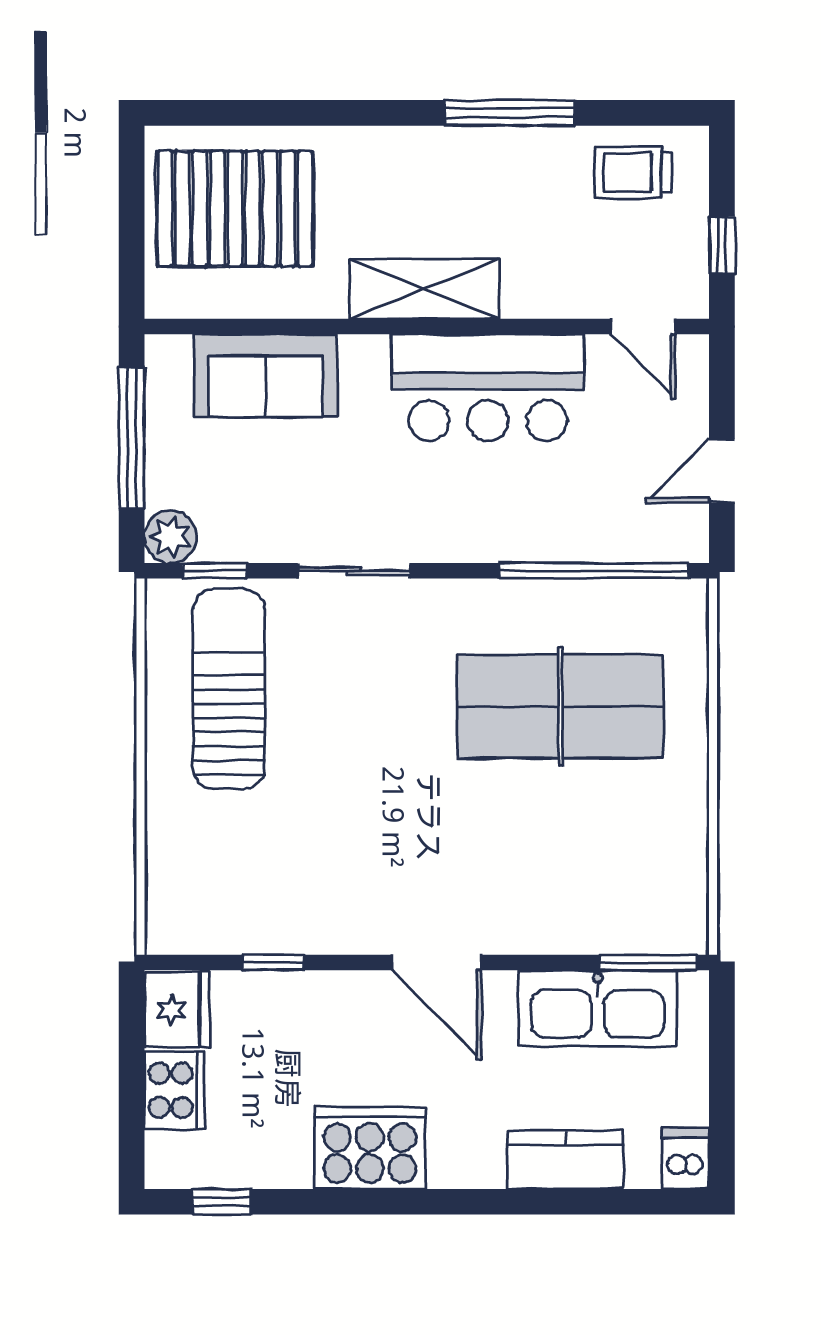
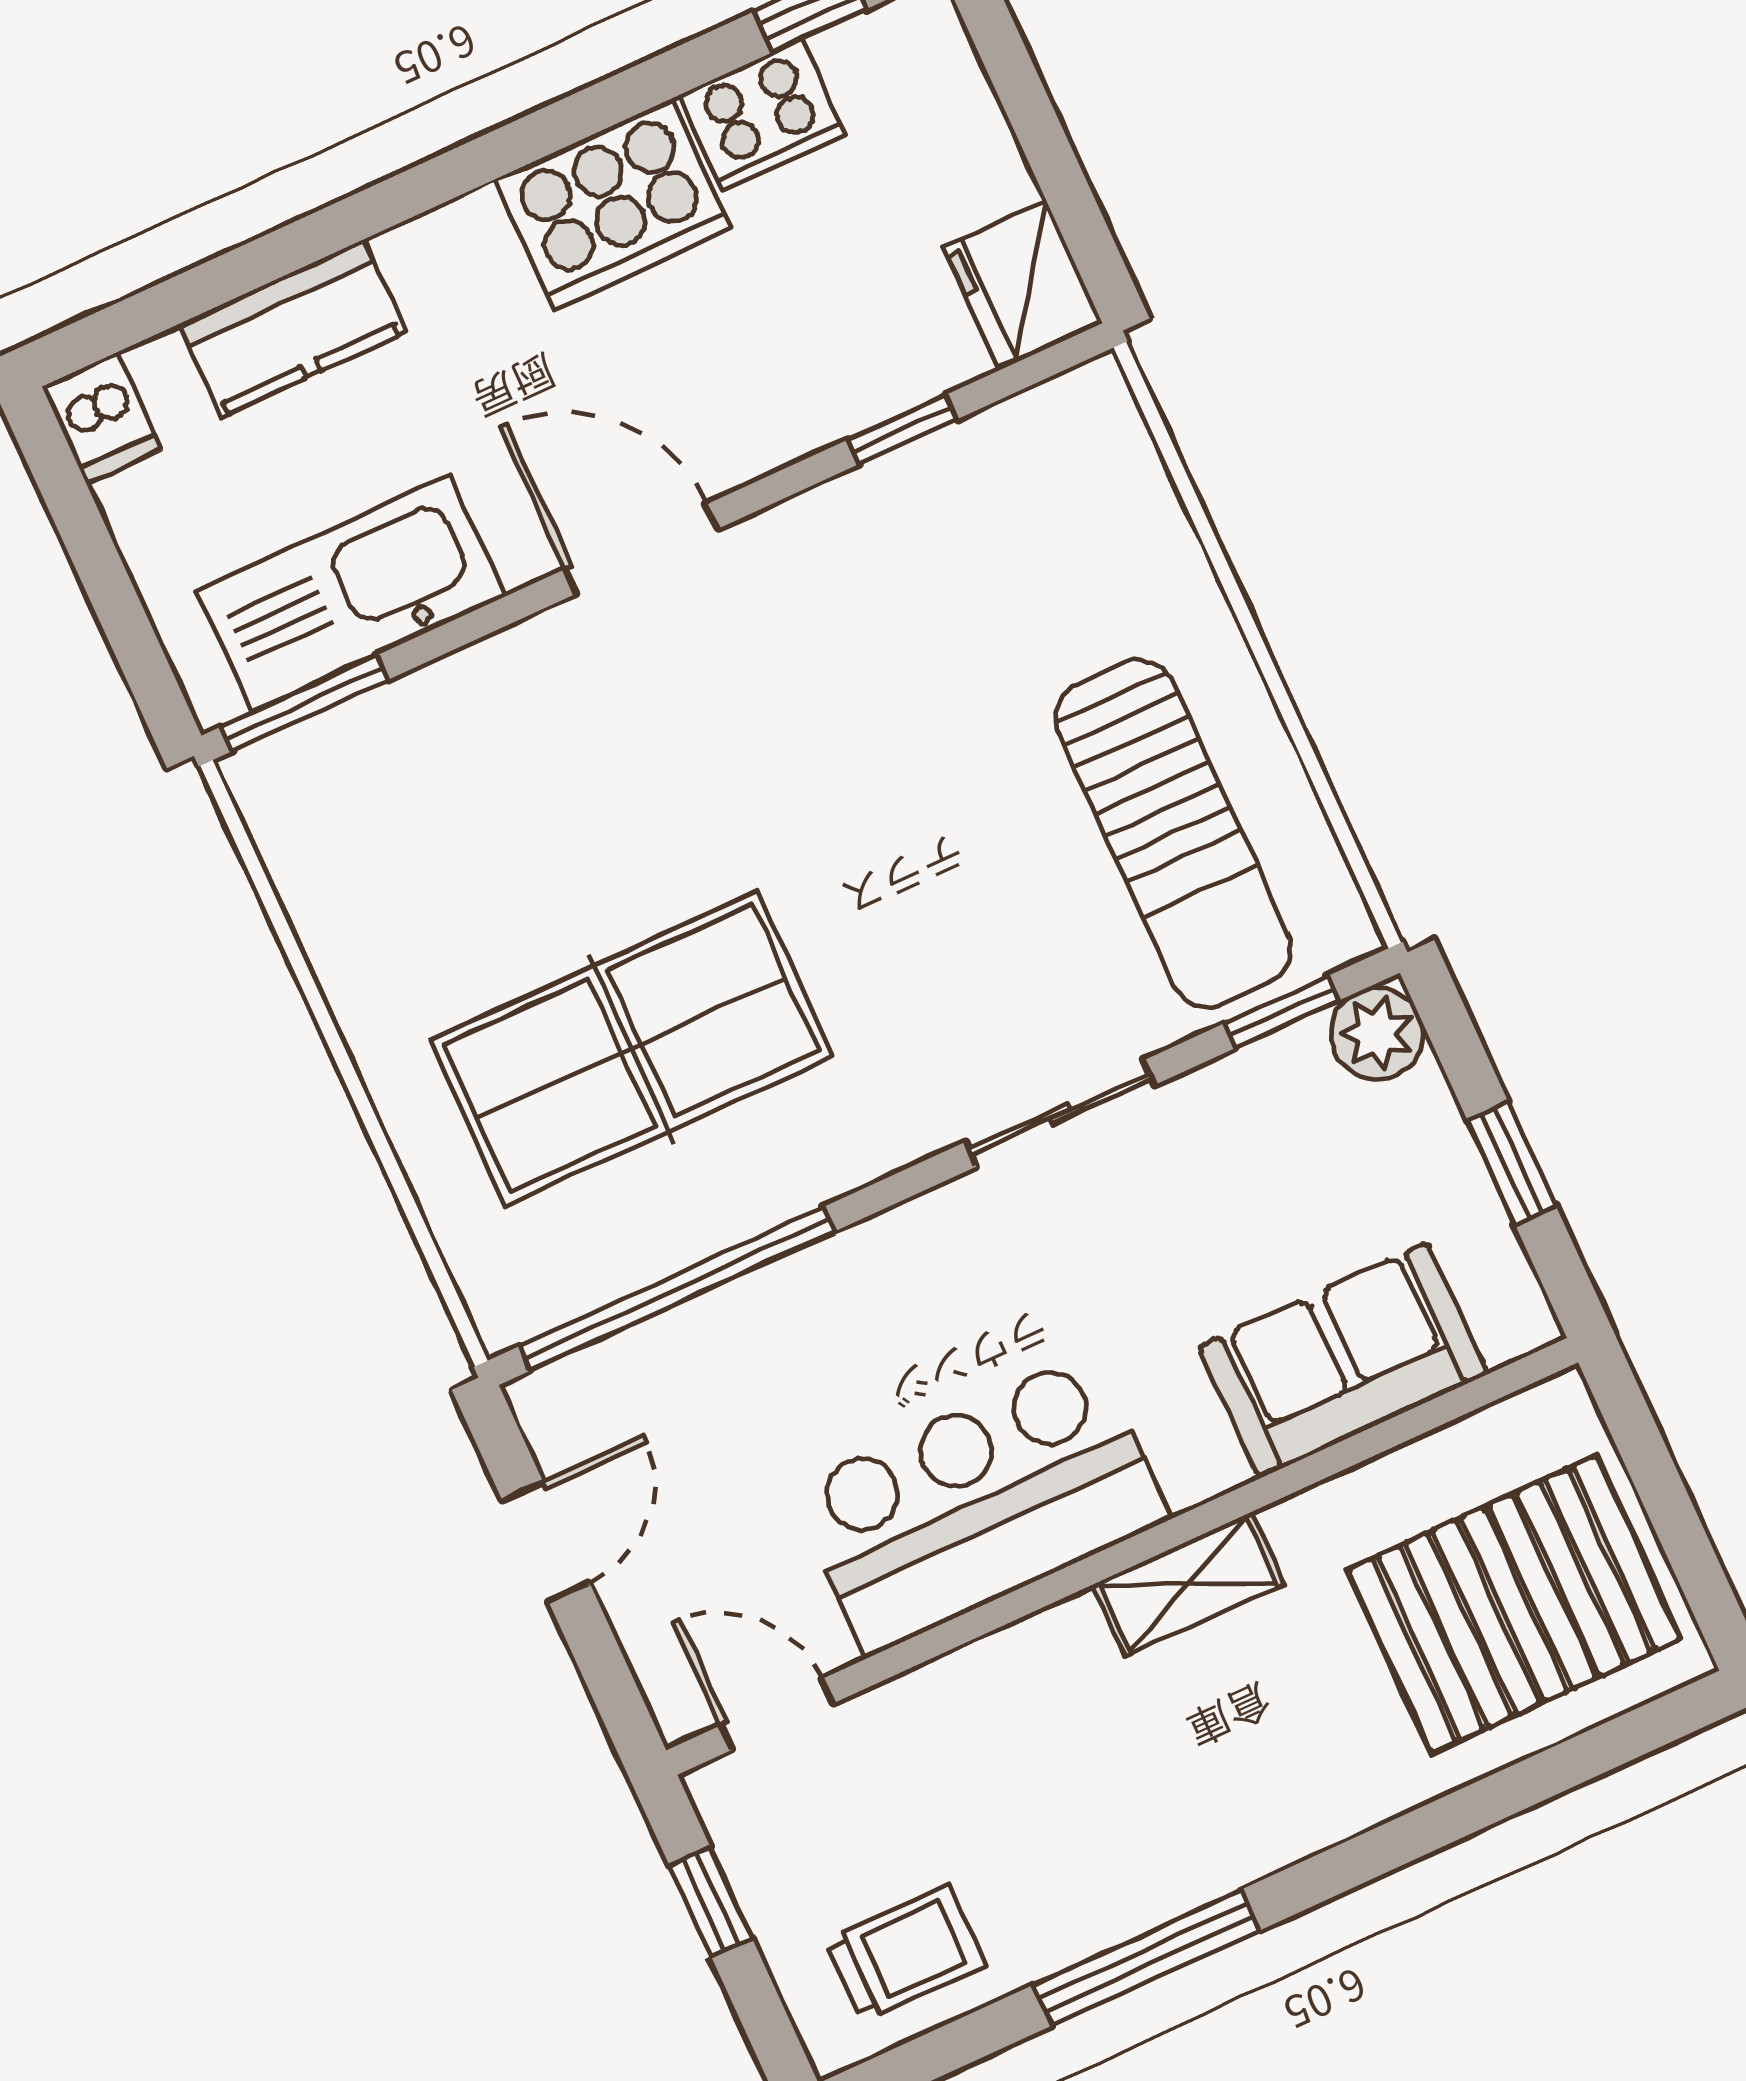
shelving: (424, 289) -> (1188, 1584), width x0.67, depth x0.75
window: (132, 438) -> (1512, 1163), width x0.46
cooker: (174, 1090) -> (762, 115), moved, turned -90

